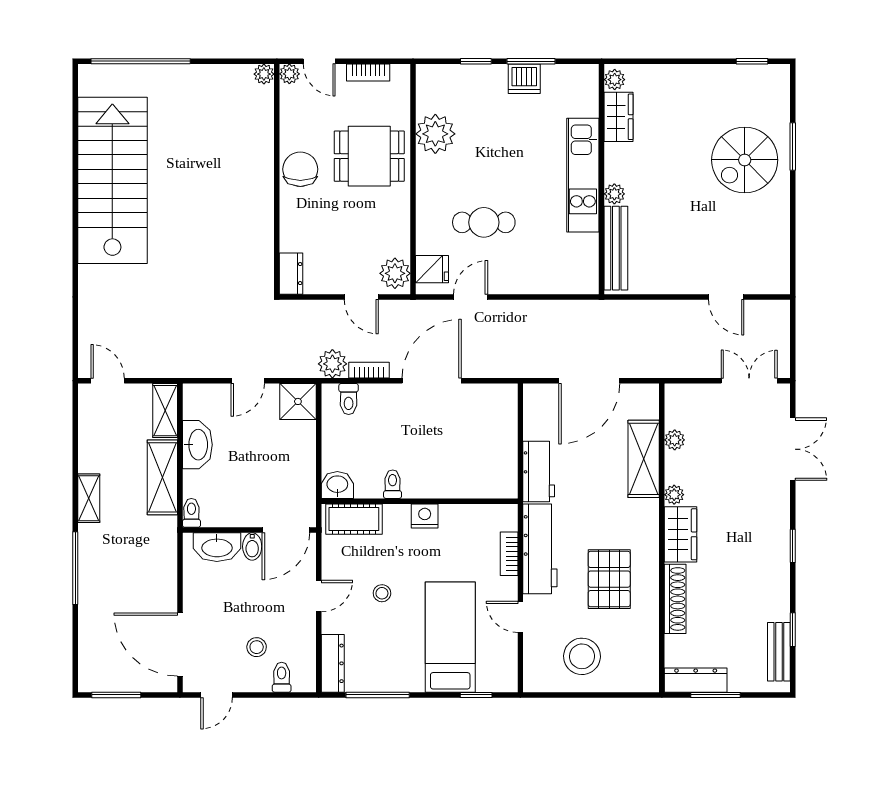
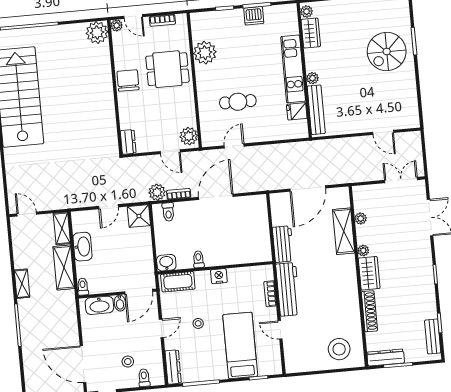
plant: (264, 74) -> (97, 33), width x1.87, depth x1.87
fridge: (432, 269) -> (297, 111), moved, turned 180
pallet: (609, 579) -> (330, 303), removed
stool: (582, 656) -> (339, 349), moved

